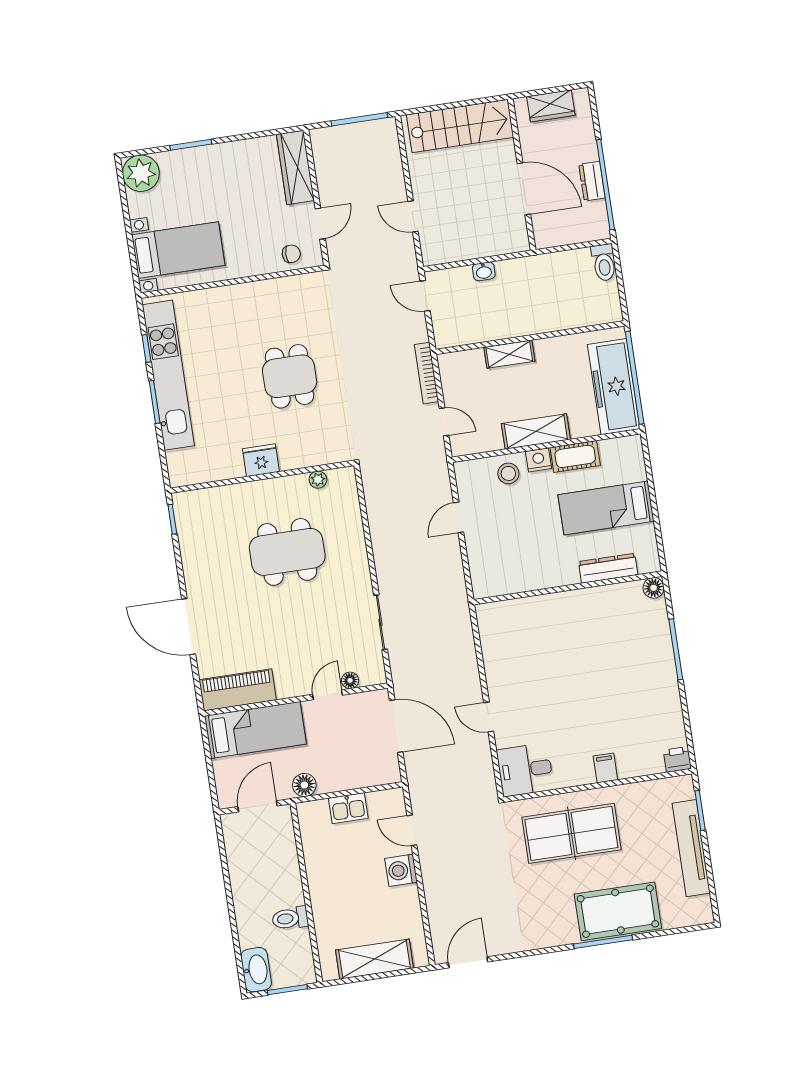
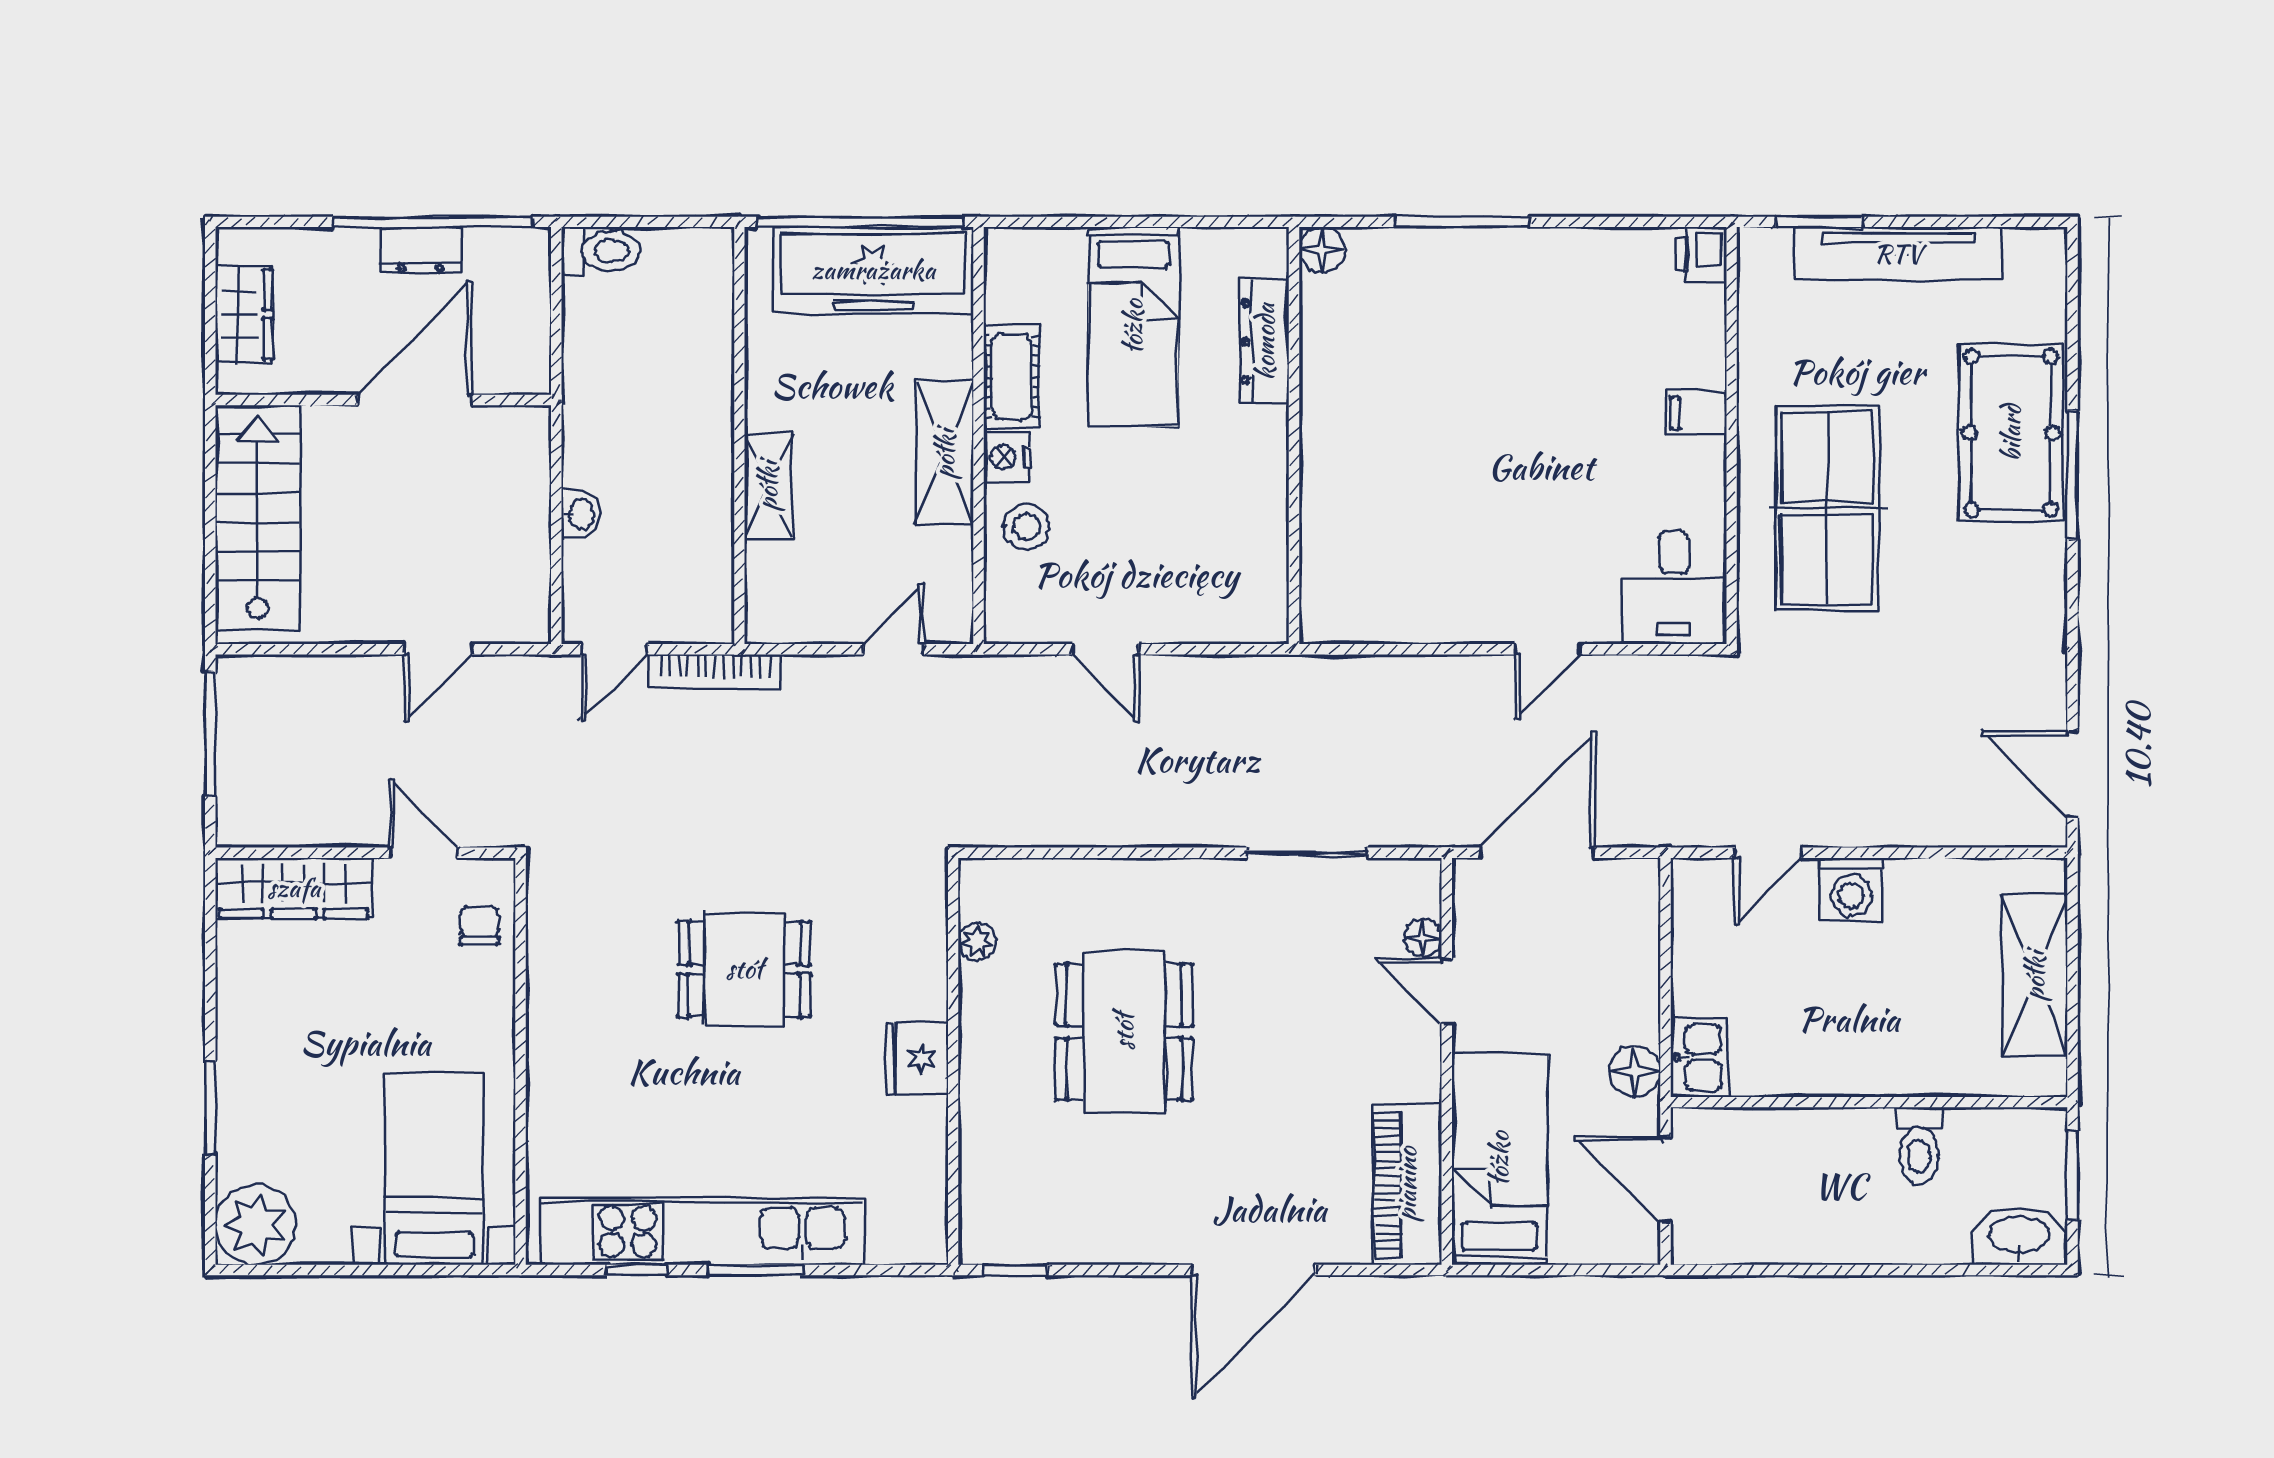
bookcase: (427, 373) -> (715, 671), moved
kitchen sink: (348, 808) -> (1699, 1057), moved

